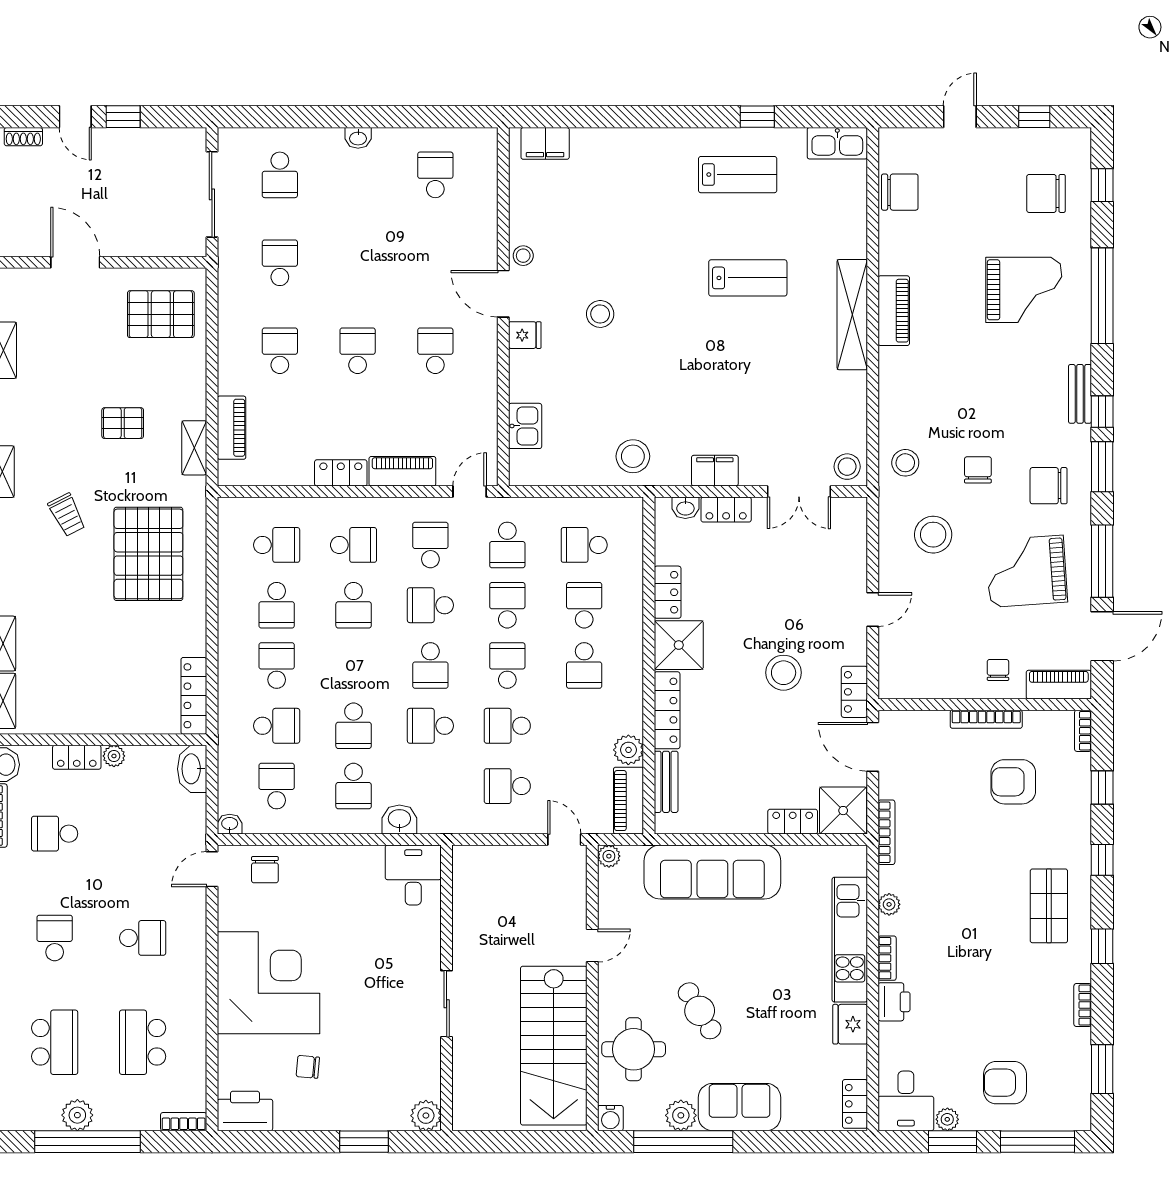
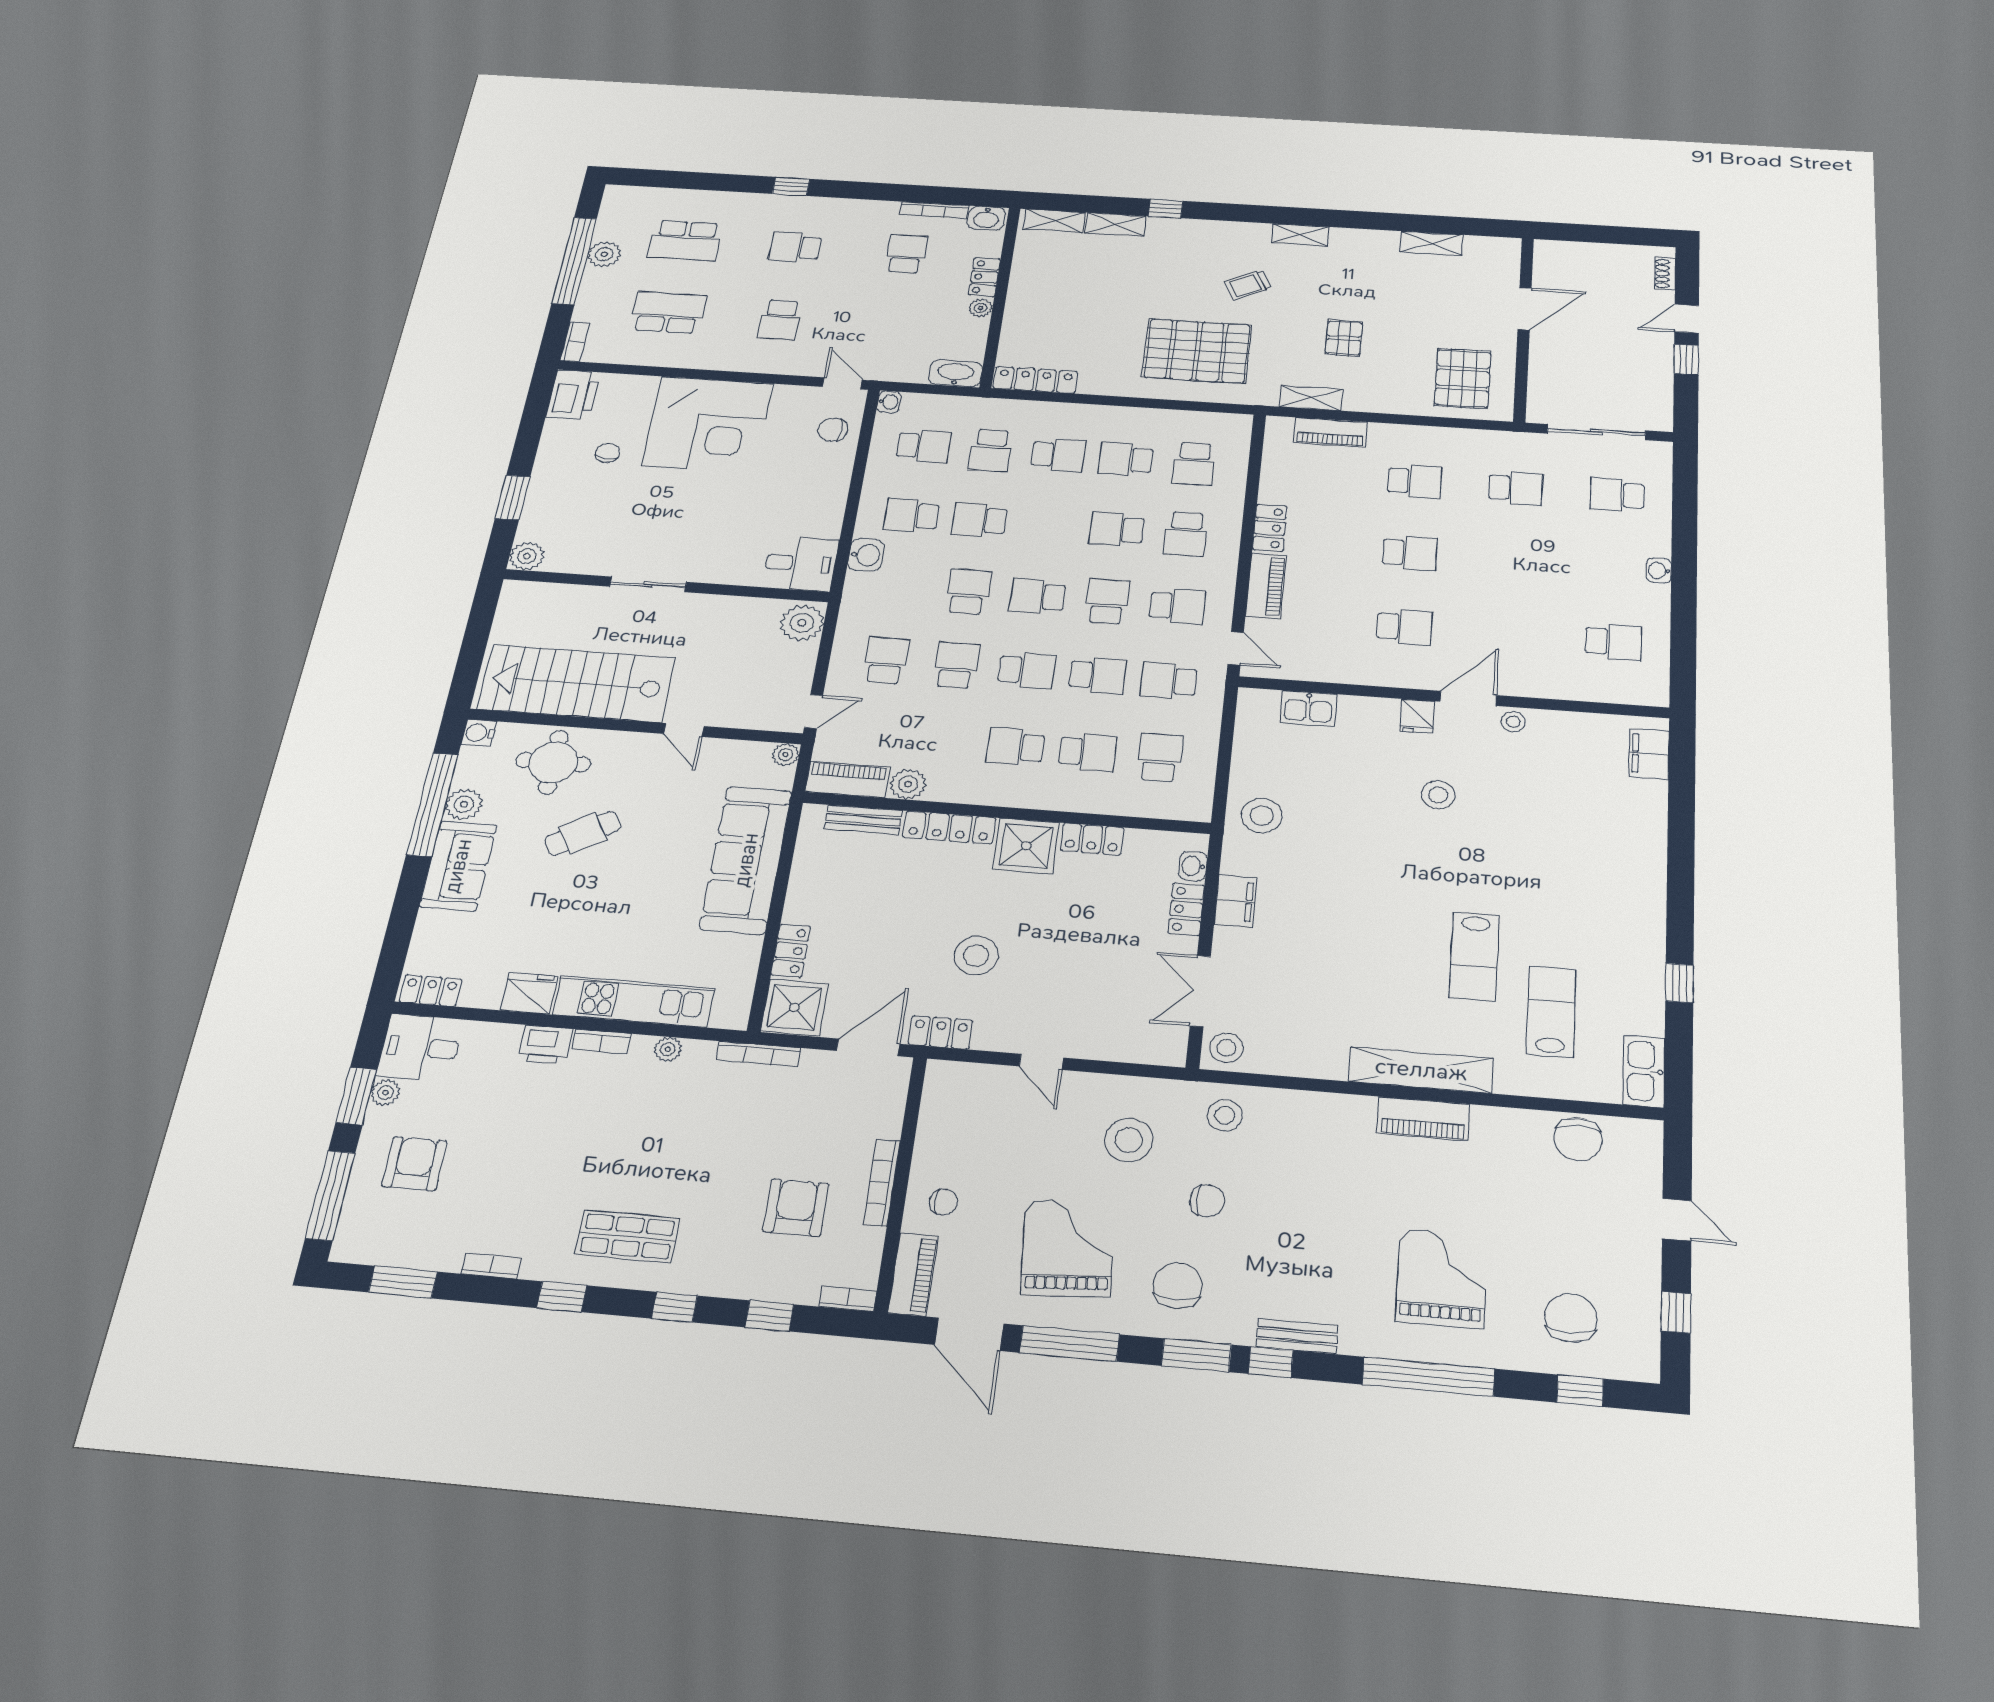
lab bench: (738, 175) -> (1551, 1012), moved, turned 180
grand piano: (1024, 290) -> (1442, 1278), turned 180
plant: (475, 864) -> (802, 623), added
school desk: (55, 938) -> (795, 247), turned 180

